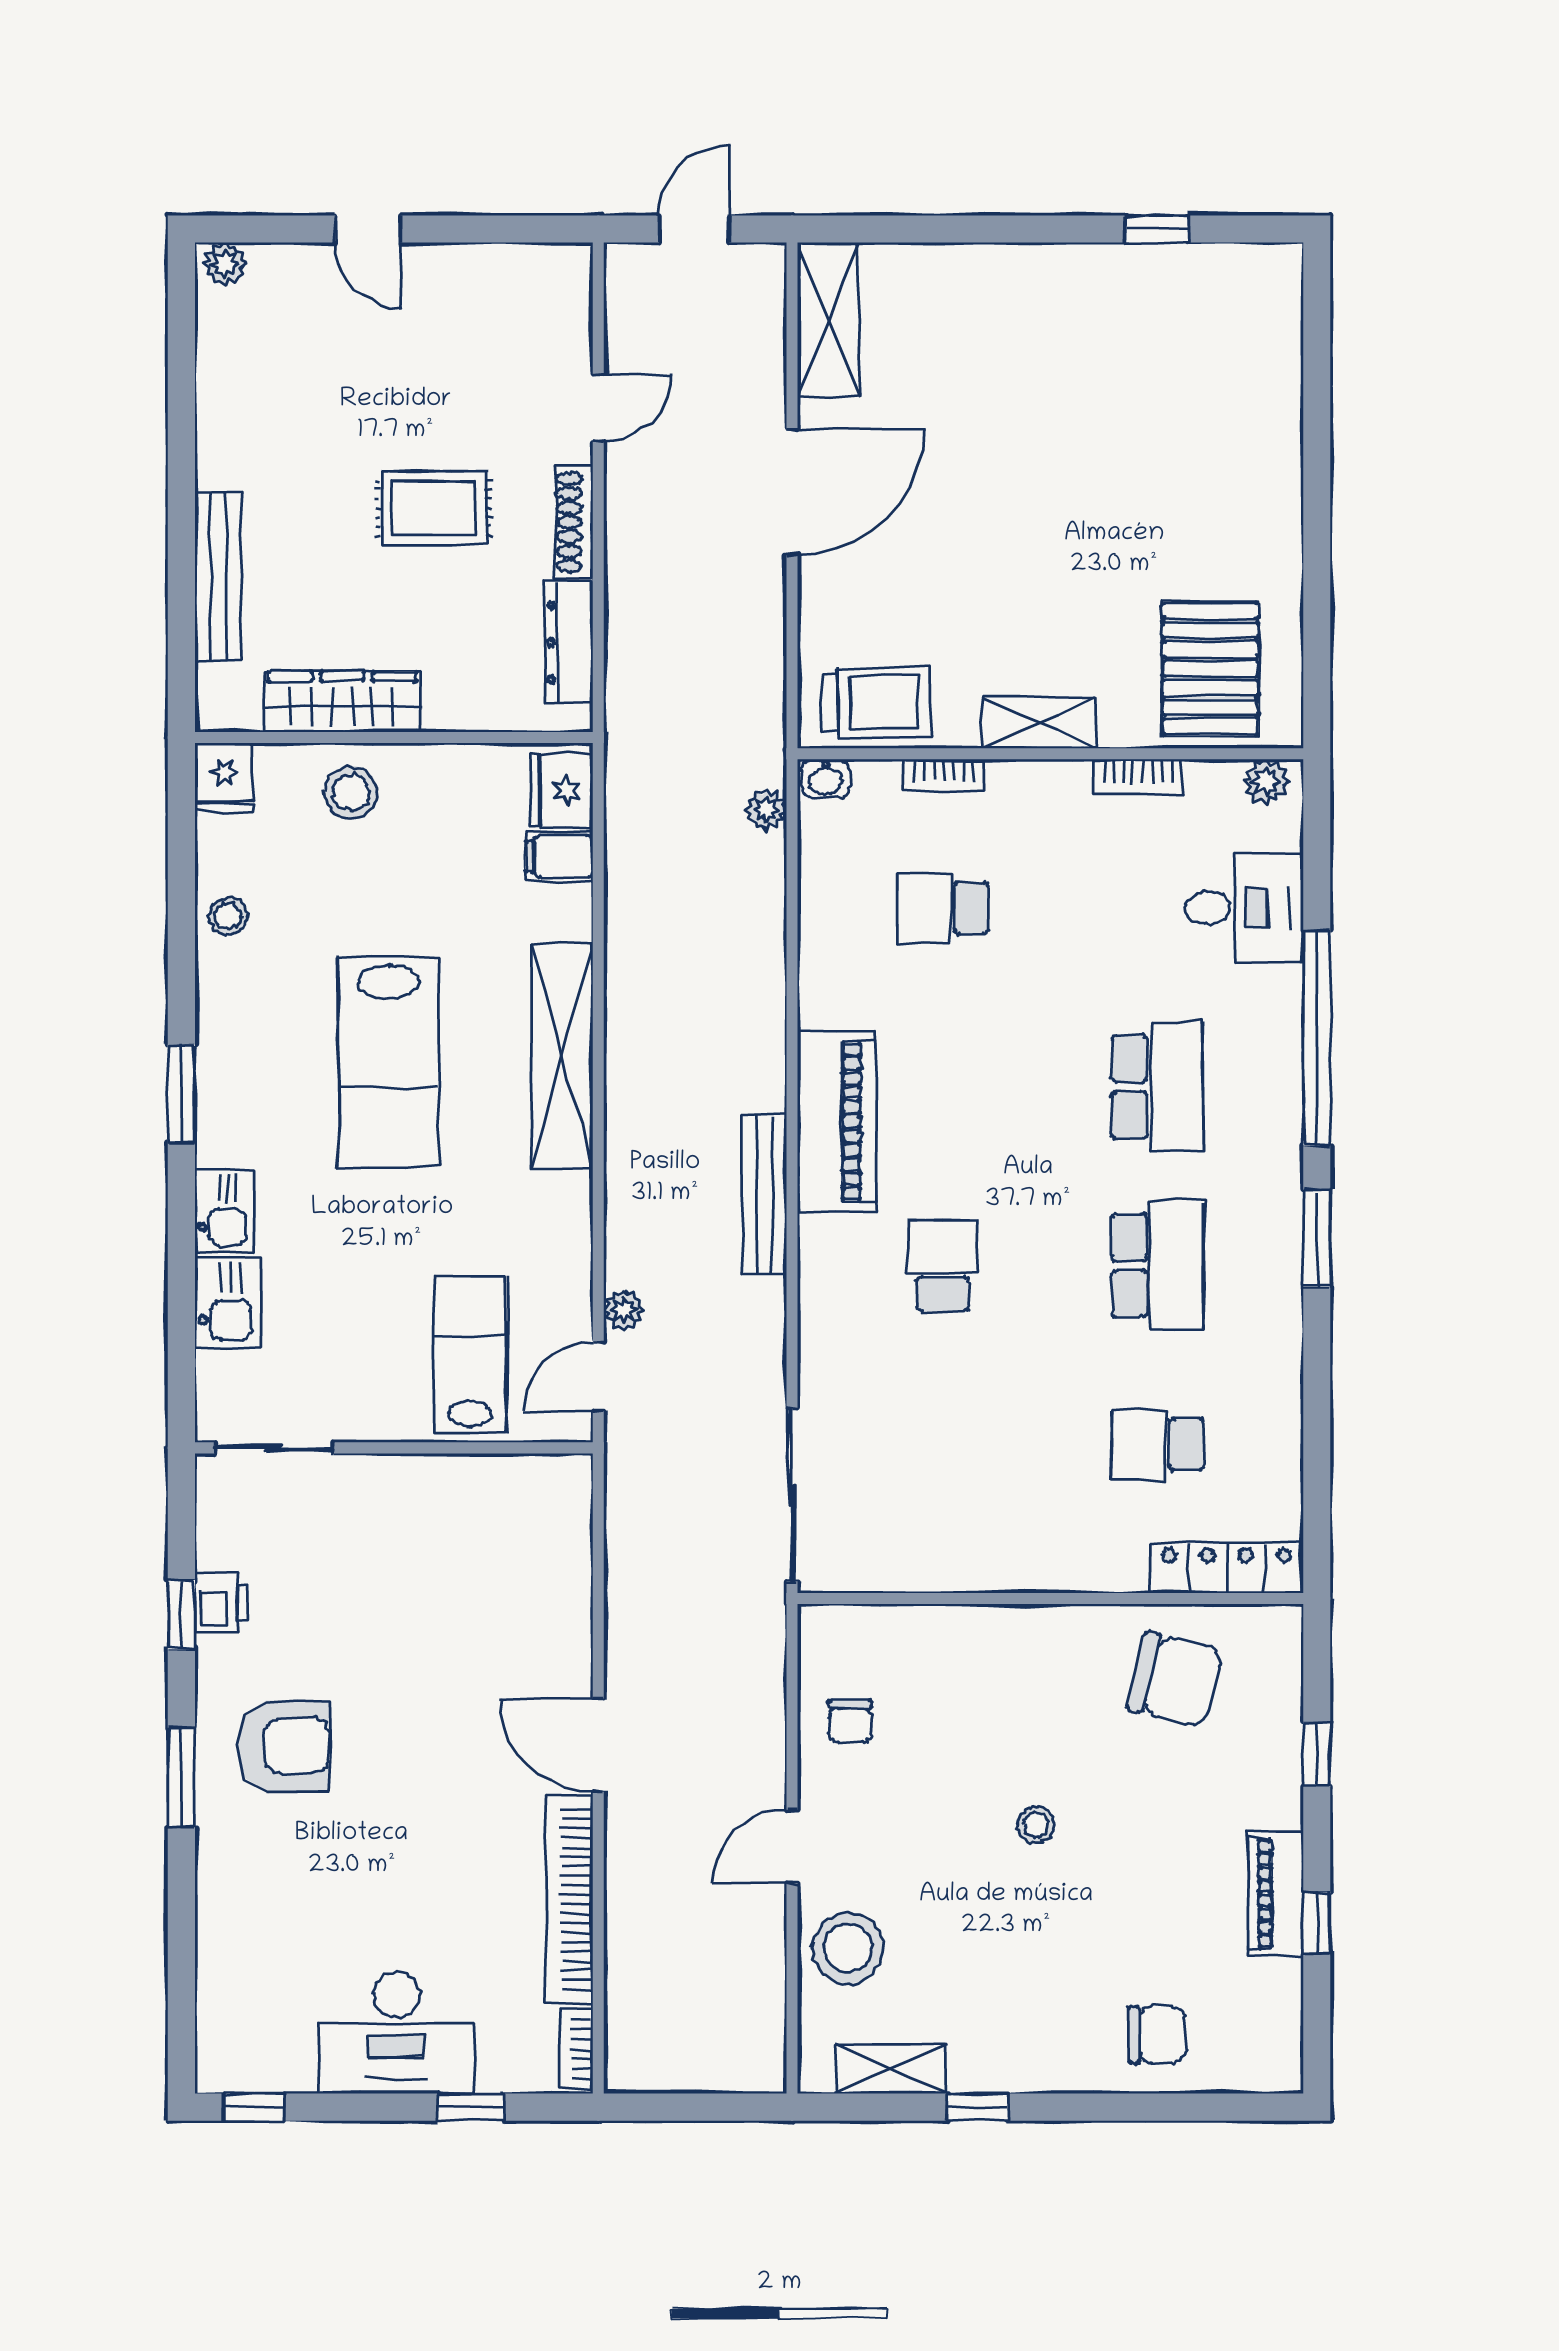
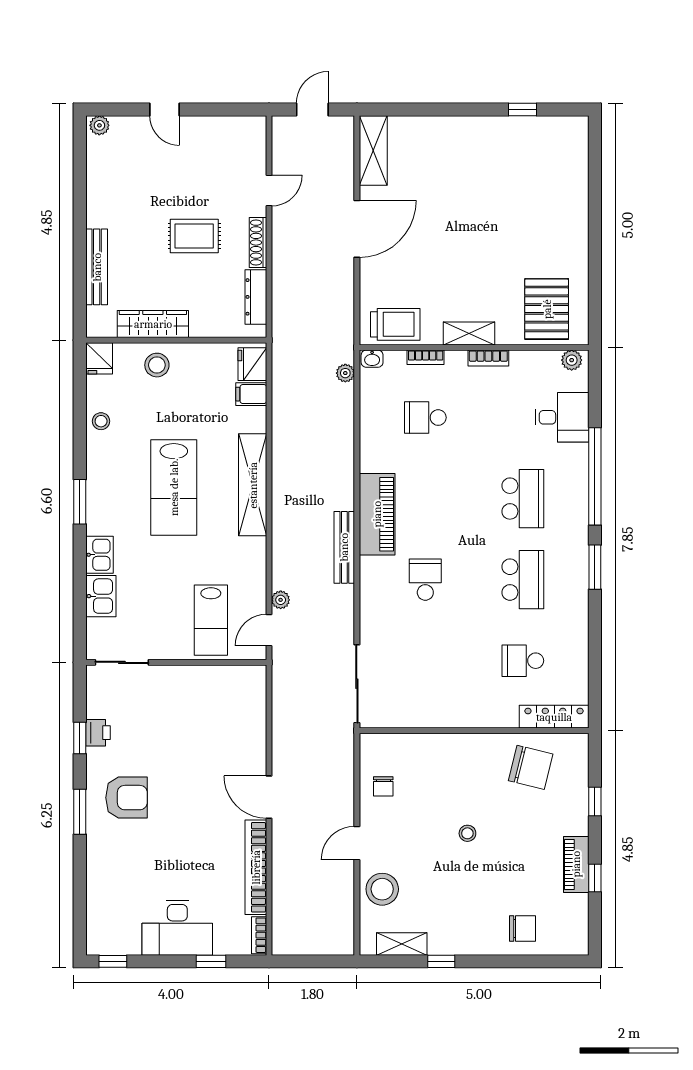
bookcase: (1138, 777) -> (488, 358), moved
lab bench: (470, 1355) -> (211, 620), turned 180

